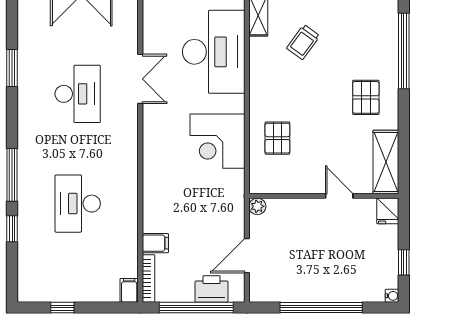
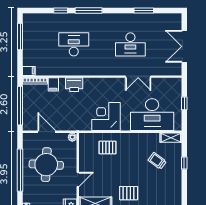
round table: (311, 257) -> (46, 165), added
printer: (212, 289) -> (74, 85), moved, turned 90
window: (62, 308) -> (20, 36), width x2.17

